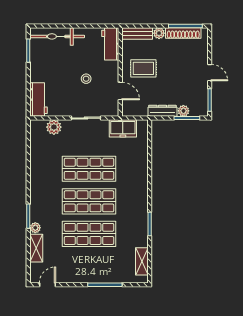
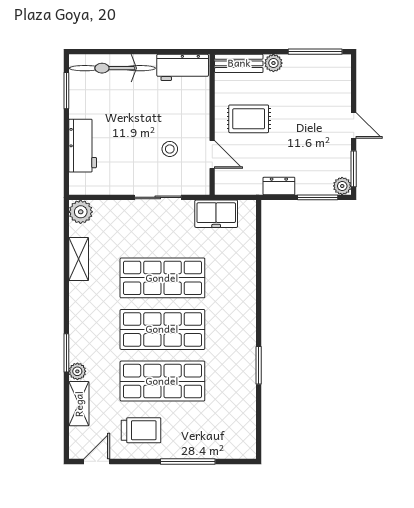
shoe rack: (183, 33) -> (312, 63), removed
workbench: (110, 44) -> (183, 67), moved, turned -90
stool: (86, 79) -> (170, 149), moved
workbench: (39, 99) -> (83, 146), moved
dresser: (162, 111) -> (279, 186), width x0.70
plant: (183, 111) -> (342, 186), moved
plant: (54, 127) -> (81, 212), moved
shelving: (142, 261) -> (79, 259), moved
trolley: (75, 265) -> (141, 430), added

